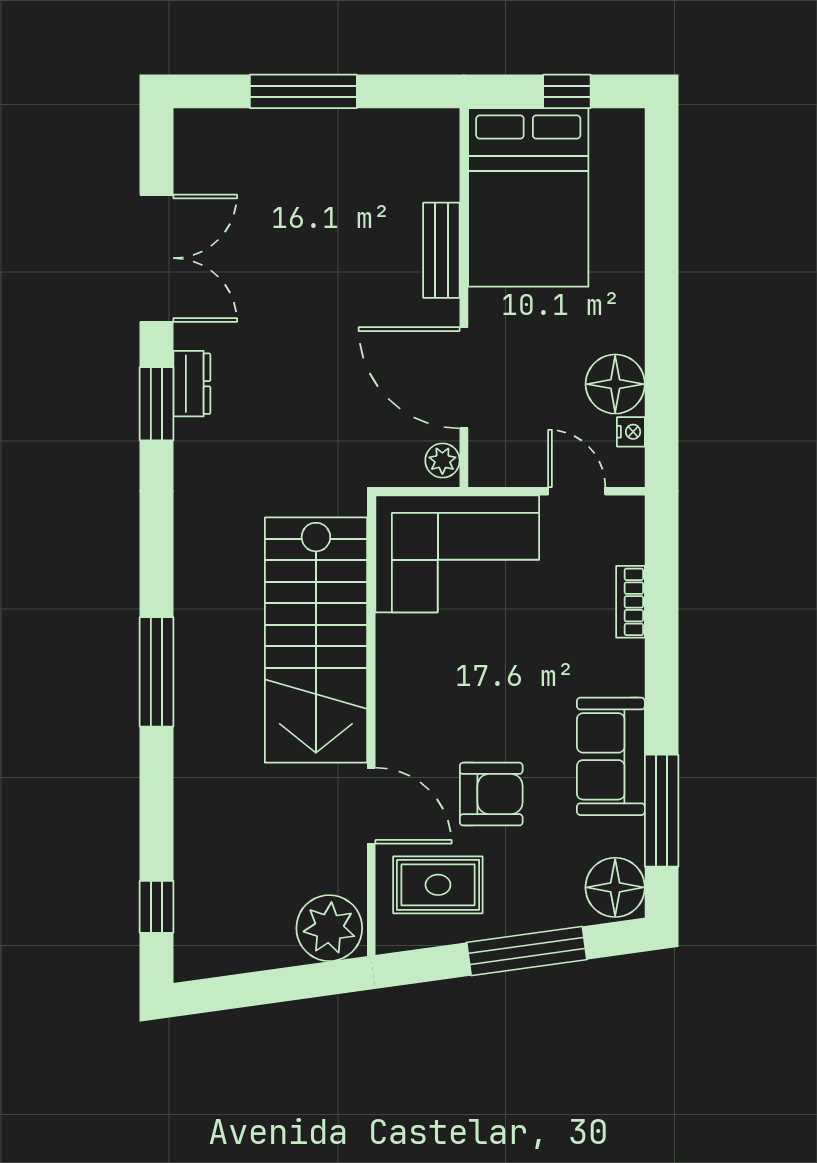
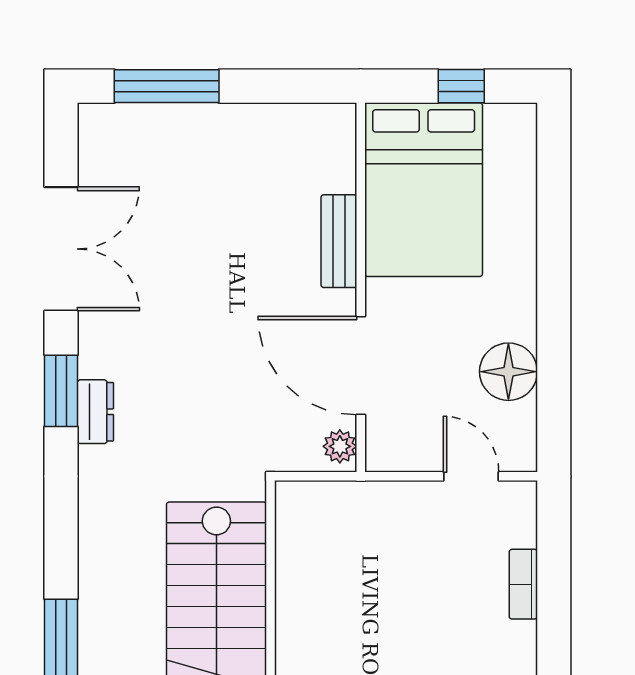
window: (303, 91) -> (167, 86), moved
dresser: (192, 384) -> (95, 412), moved
nightstand: (631, 432) -> (524, 418), removed
corner sofa: (457, 554) -> (354, 537), removed

